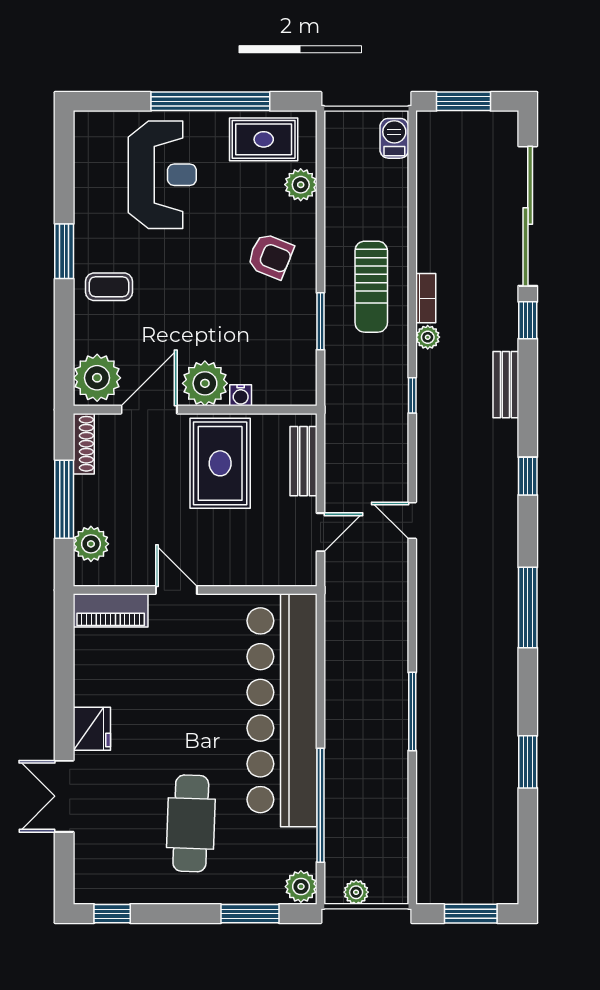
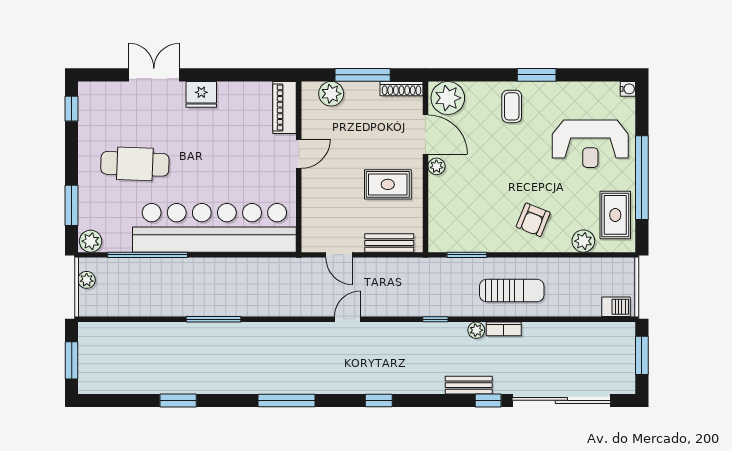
sun lounger: (371, 287) -> (512, 291), turned 180
window: (320, 321) -> (467, 255), moved
plant: (205, 383) -> (436, 166), width x0.53, depth x0.53
bench: (506, 385) -> (469, 385), moved
water cooler: (241, 395) -> (628, 89), moved, turned 180
rug: (220, 463) -> (388, 184), width x0.73, depth x0.70

